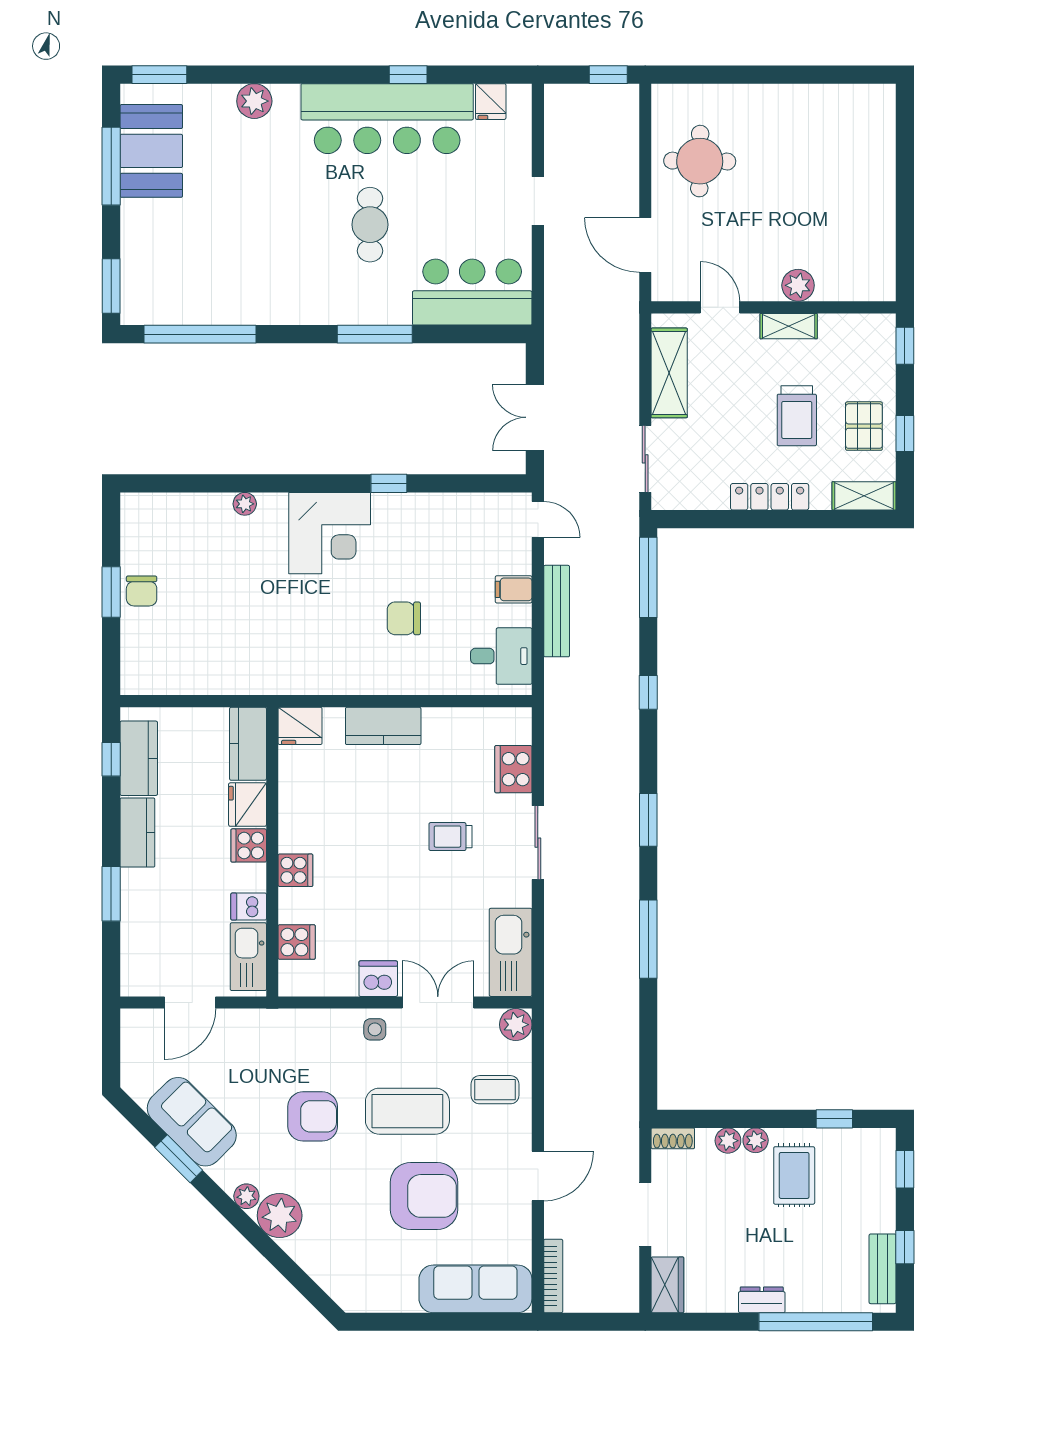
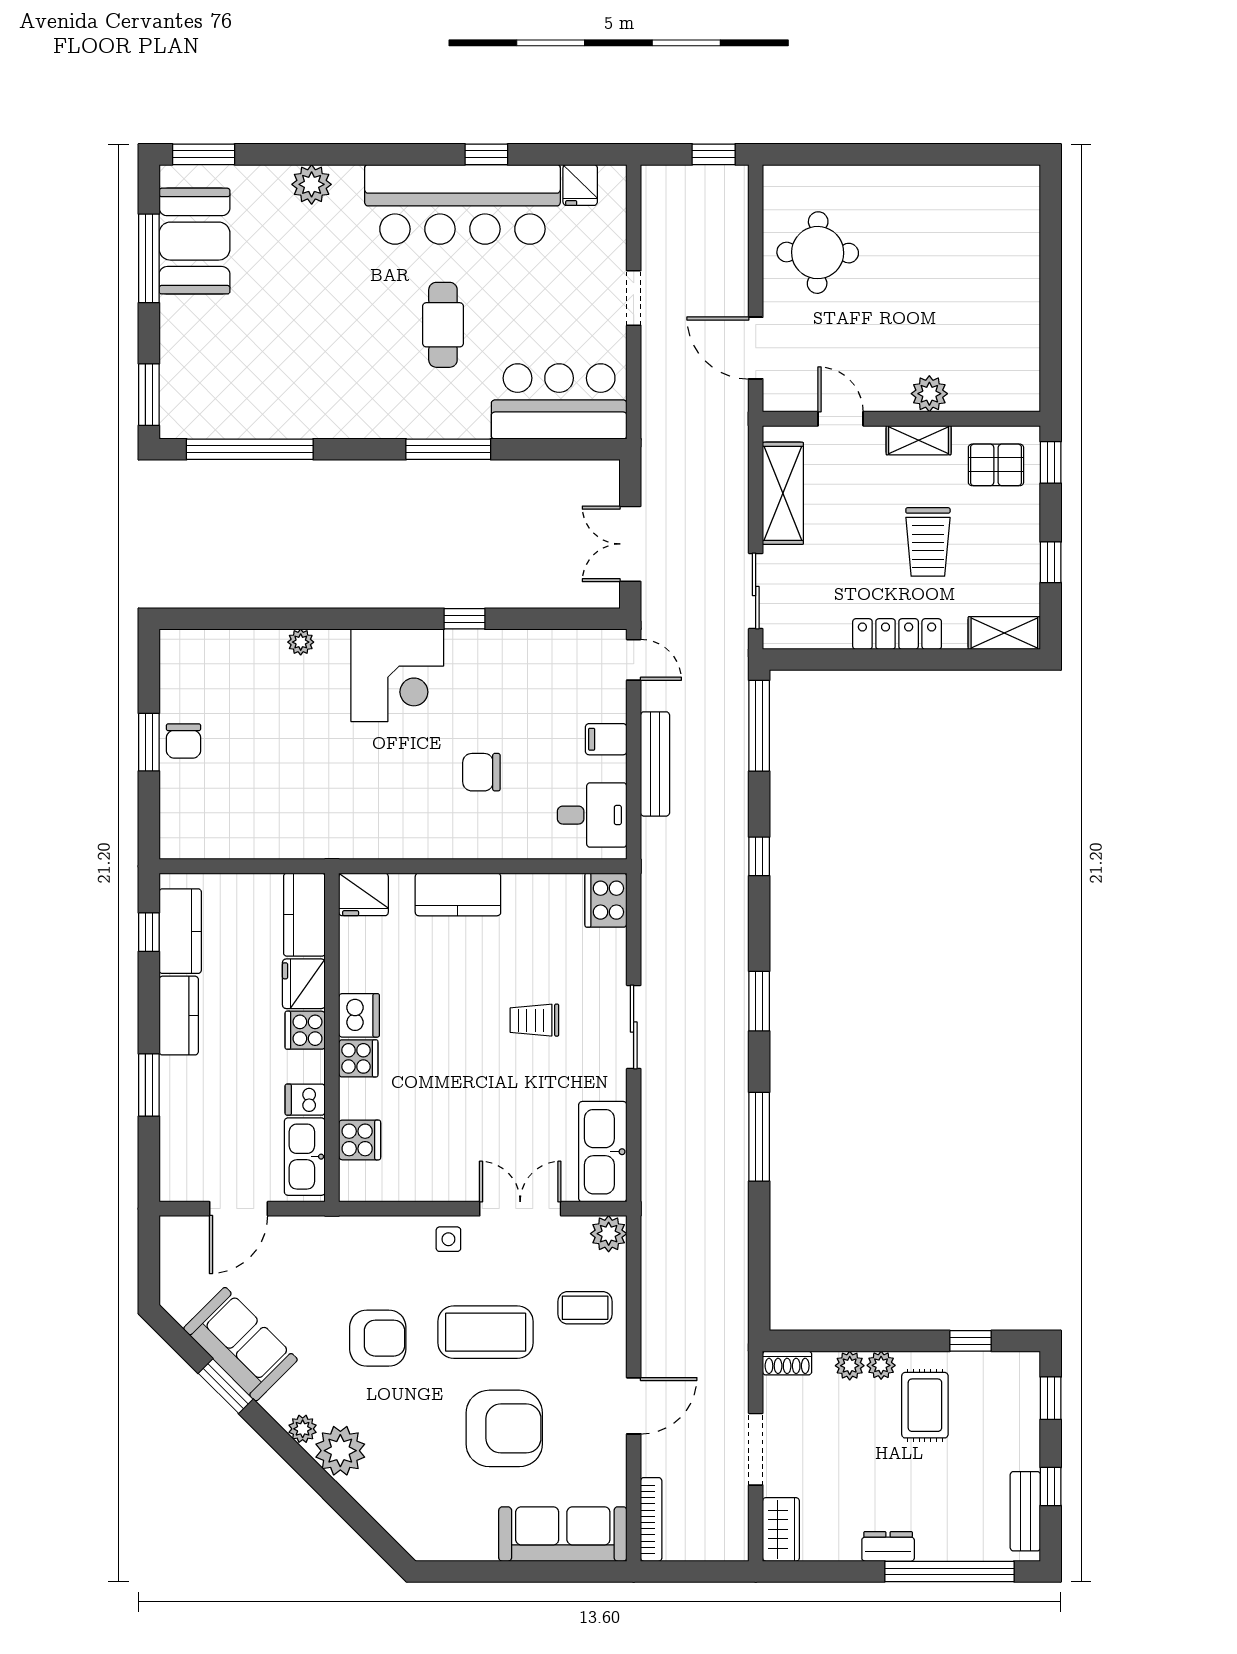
pallet: (864, 426) -> (996, 465), moved, turned 90
cooker: (513, 769) -> (606, 900), moved
dishwasher: (378, 979) -> (359, 1015), moved, turned 90

